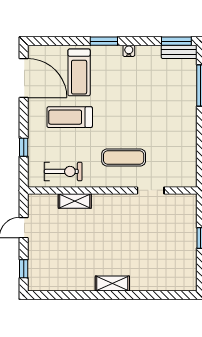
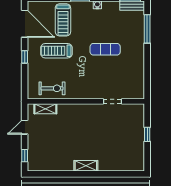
window: (24, 147) -> (25, 57), moved
exercise mat: (124, 157) -> (105, 49), moved
shelving: (75, 201) -> (45, 109), moved

